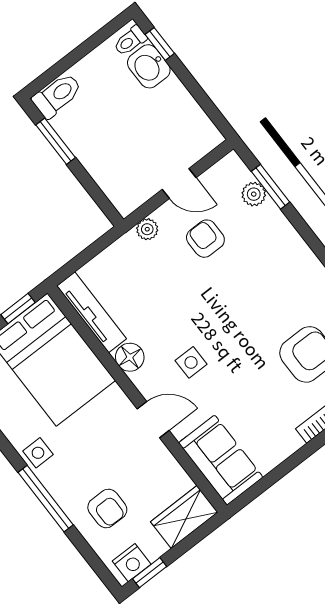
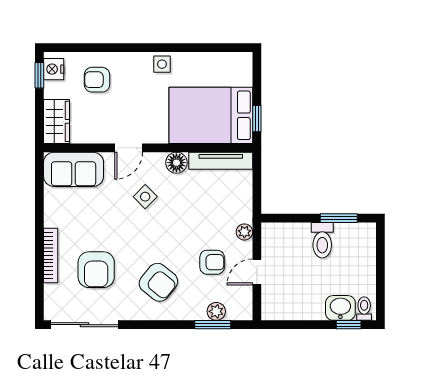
toilet: (57, 95) -> (322, 240), moved
armchair: (270, 279) -> (158, 282), added
side table: (191, 362) -> (145, 197), turned 45
window: (46, 499) -> (131, 48), removed

